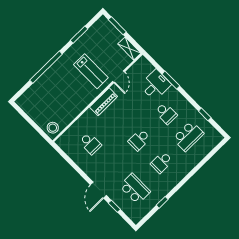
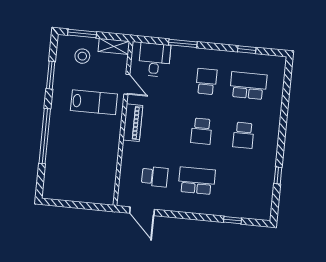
desk: (155, 85) -> (154, 60), moved
school desk: (166, 113) -> (206, 82), turned -90
stool: (53, 128) -> (82, 56), moved
school desk: (188, 136) -> (248, 86), turned -90
school desk: (135, 189) -> (197, 181), moved
door: (98, 190) -> (142, 211), moved

